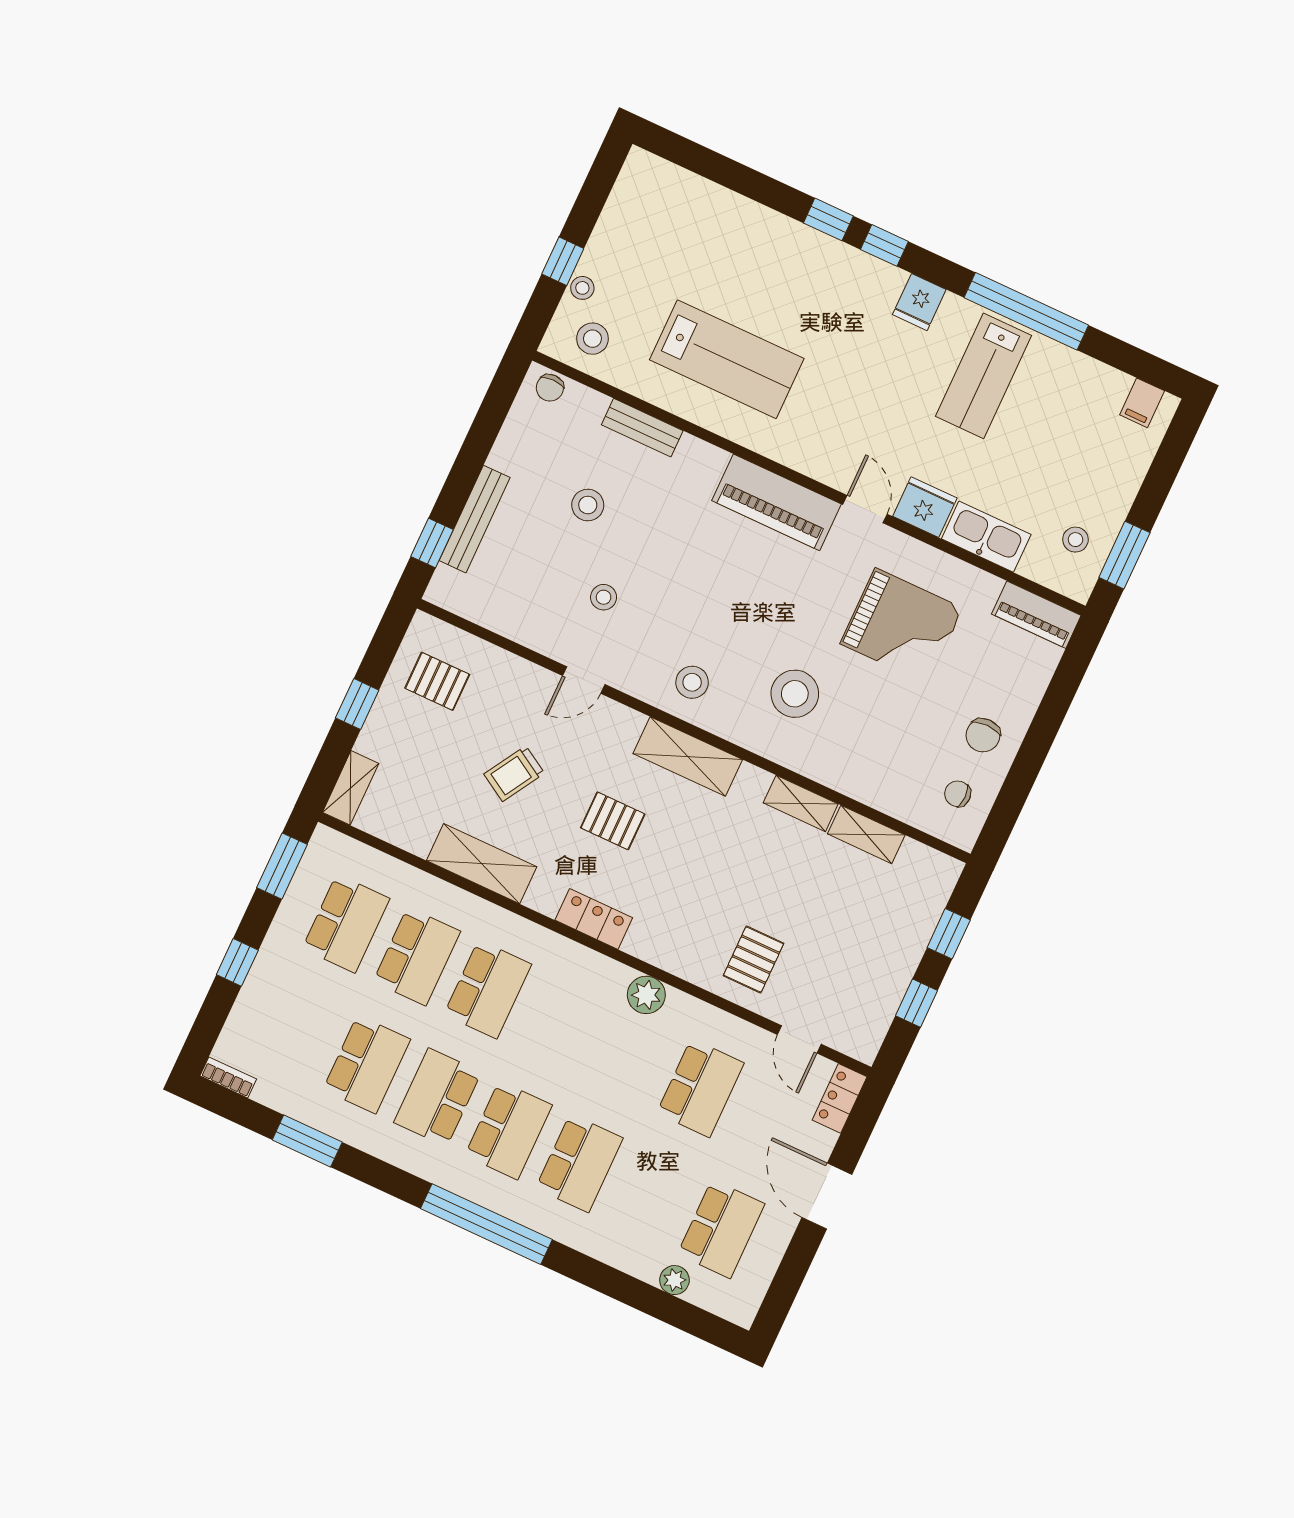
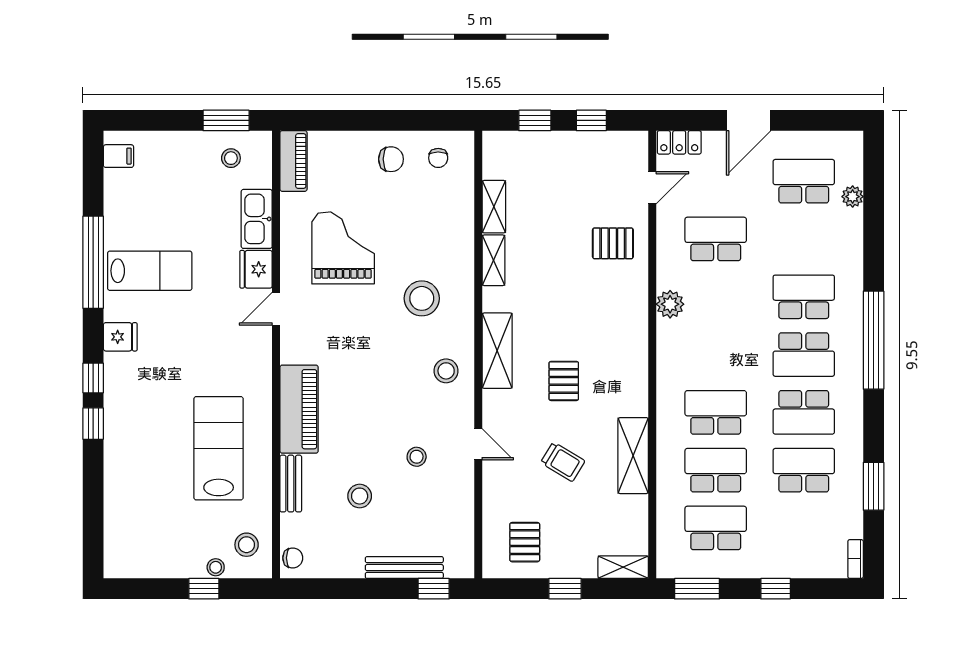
piano: (776, 502) -> (299, 409), moved
locker: (594, 919) -> (635, 363), removed
school desk: (508, 1130) -> (804, 355), turned 180

